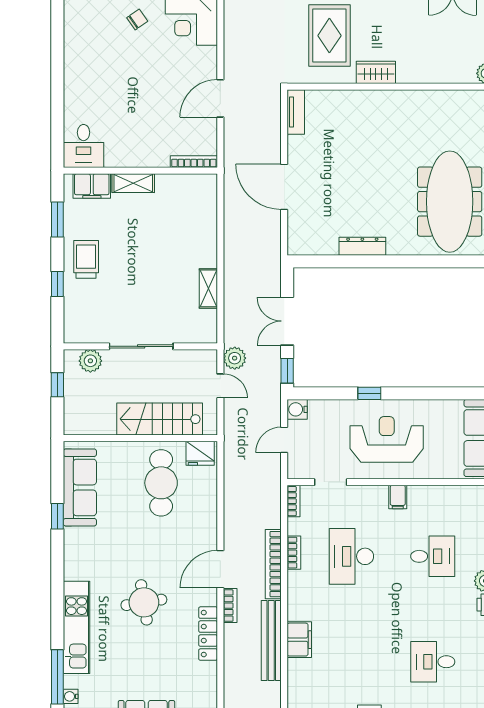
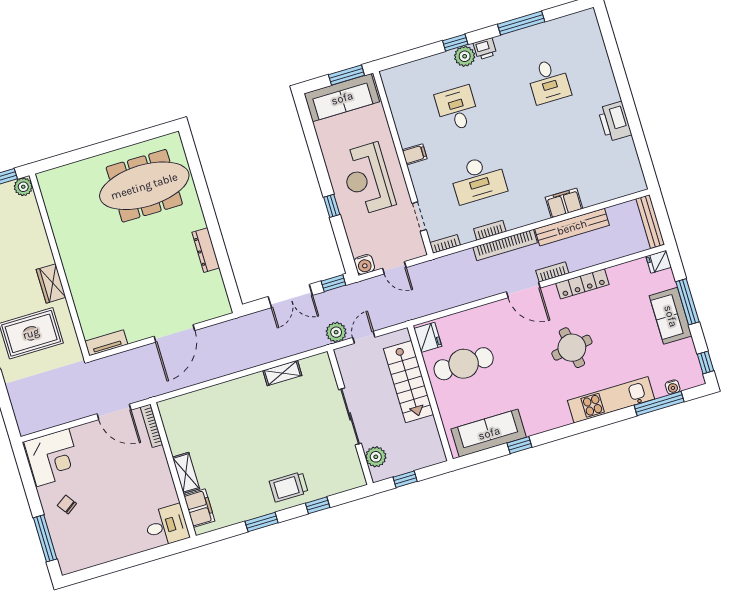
desk: (84, 146) -> (167, 526), moved
bookcase: (194, 162) -> (151, 426), moved
wall: (140, 171) -> (173, 470), moved
shelving: (133, 183) -> (186, 473), moved
filing cabinet: (92, 186) -> (199, 508), moved

